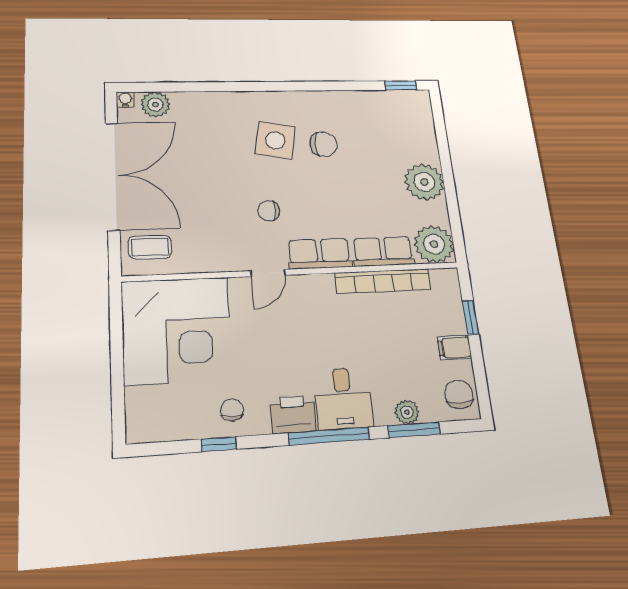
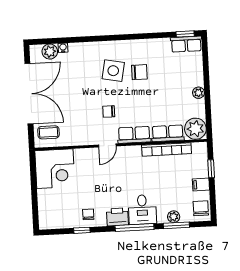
water cooler: (125, 100) -> (63, 48), moved
row of seats: (404, 102) -> (186, 44), added
plant: (424, 182) -> (198, 93), width x0.53, depth x0.53
corner desk: (177, 330) -> (55, 169), width x0.74, depth x0.74

